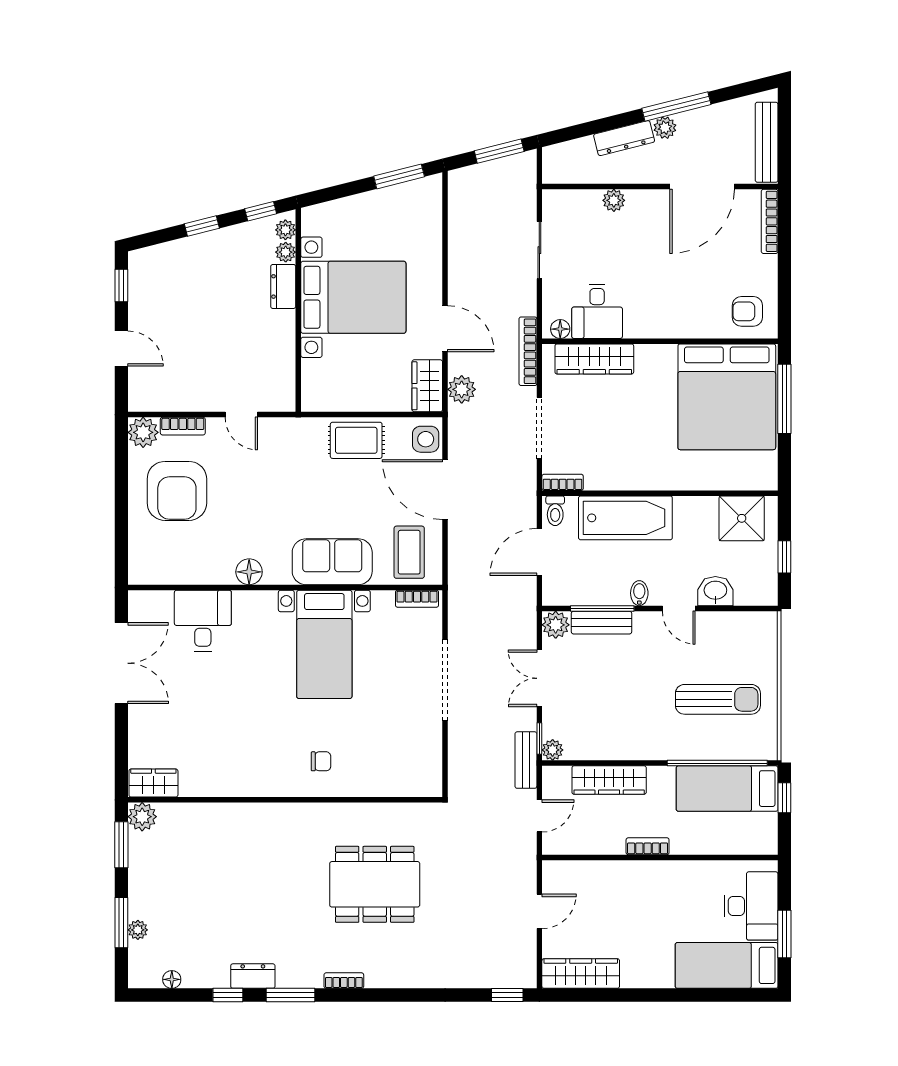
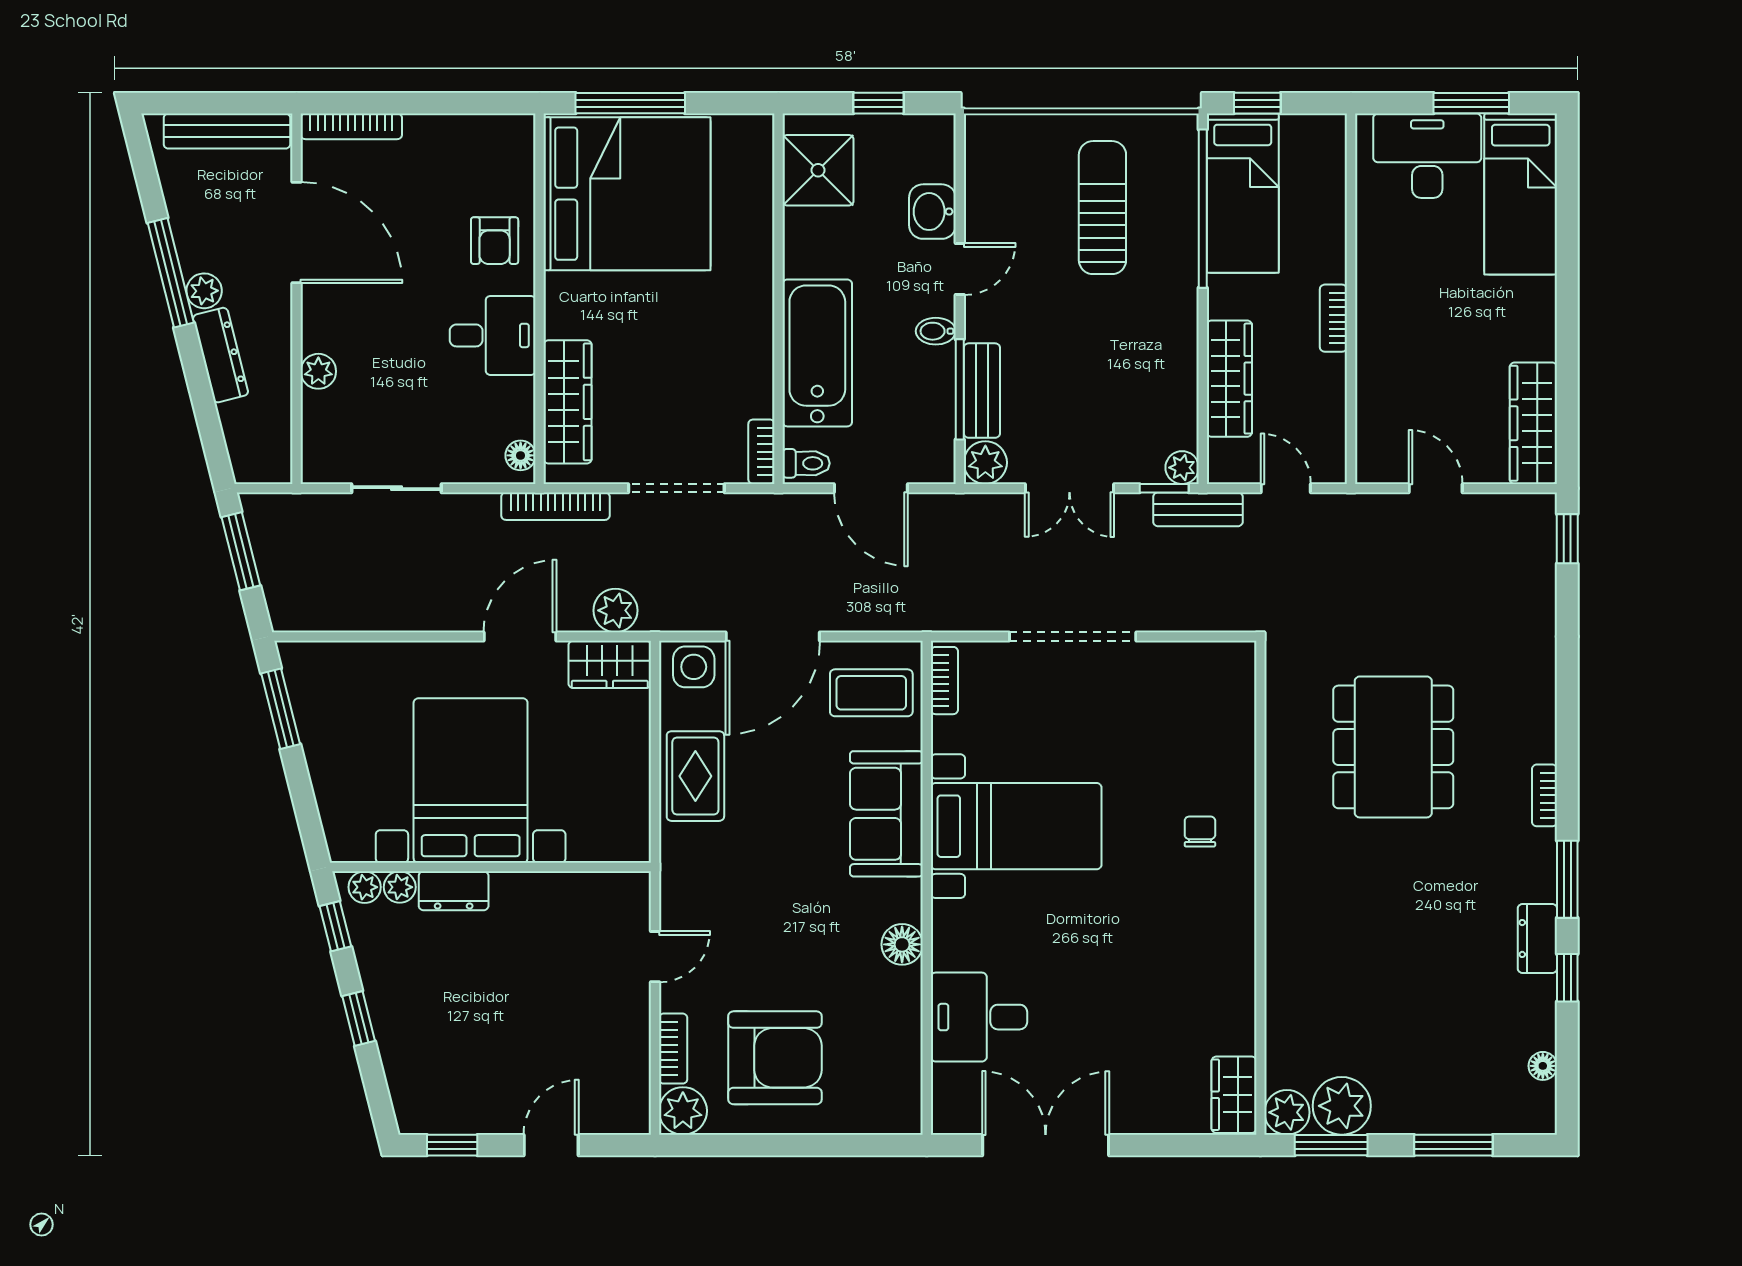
desk: (597, 311) -> (493, 335), moved
armchair: (747, 311) -> (495, 241), moved
plant: (138, 930) -> (1342, 1106), moved, width x1.87, depth x1.87

